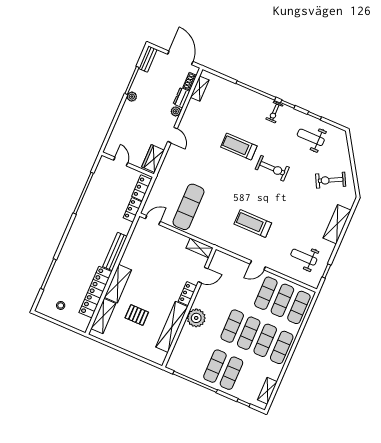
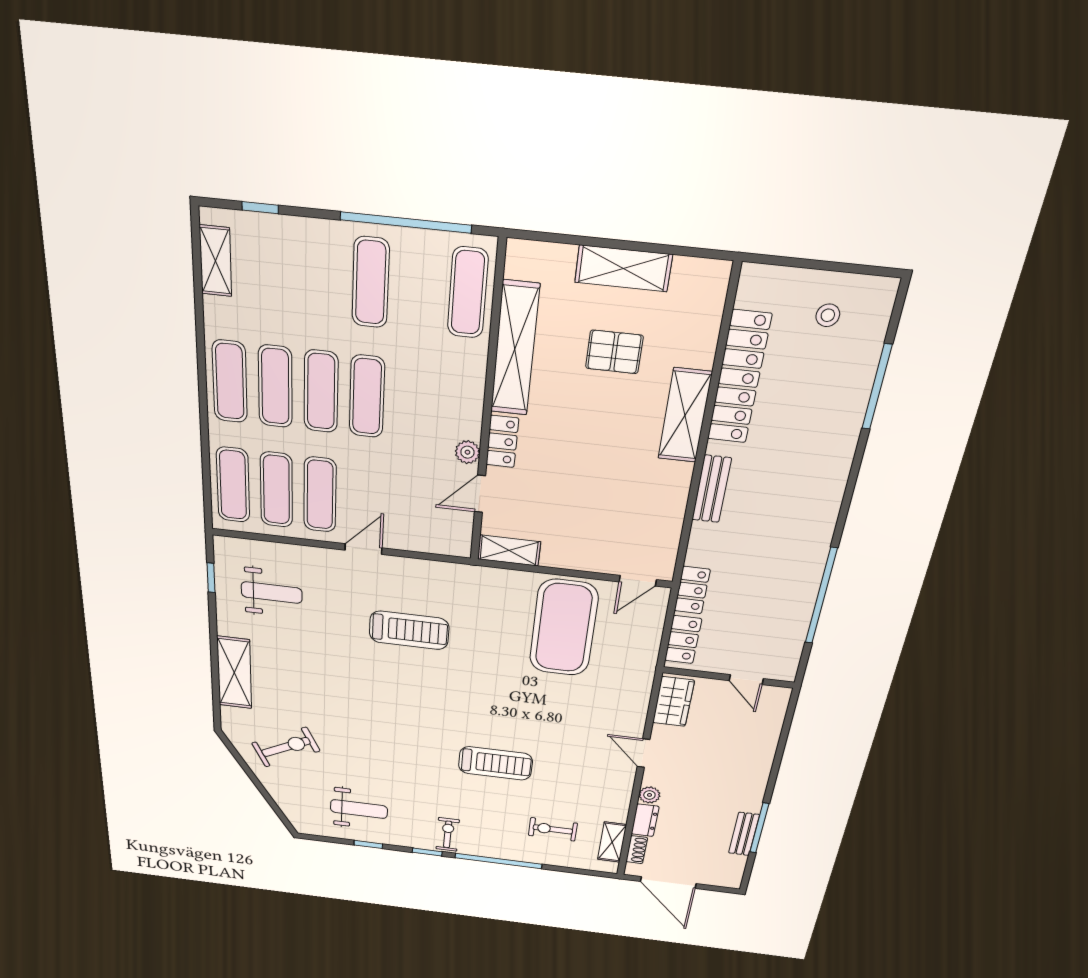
bench: (148, 59) -> (744, 834), moved
plant: (132, 97) -> (752, 801), removed
exercise bike: (272, 168) -> (553, 829), moved, width x0.73, depth x0.72
exercise mat: (188, 207) -> (564, 628), width x1.47
bench: (115, 251) -> (712, 489), width x0.73
shelving: (103, 316) -> (623, 268), moved, turned 90
plant: (196, 318) -> (467, 452), moved, width x0.53, depth x0.53
exercise mat: (231, 373) -> (468, 293), moved

